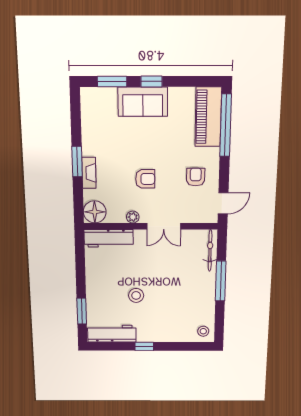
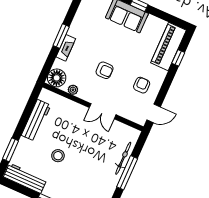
window: (226, 125) -> (178, 58), width x0.32
plant: (133, 217) -> (73, 90), moved
workbench: (109, 238) -> (36, 120), moved, turned -90
bicycle: (210, 251) -> (123, 158), moved

